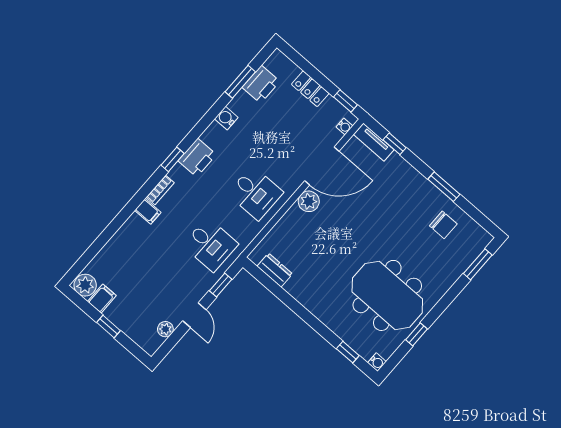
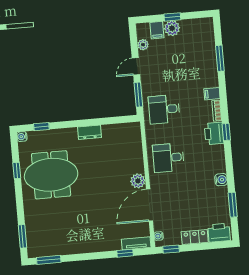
printer: (261, 84) -> (219, 233), moved, turned 90
printer: (197, 158) -> (214, 133), moved
window: (444, 187) -> (49, 260), moved
chair: (443, 225) -> (60, 238), removed
window: (104, 238) -> (220, 58), added
dresser: (275, 270) -> (90, 132), moved
plant: (85, 285) -> (172, 28), moved
window: (221, 285) -> (138, 95), width x1.50
filing cabinet: (102, 299) -> (157, 30), moved
door: (194, 315) -> (136, 66), hinge flipped

